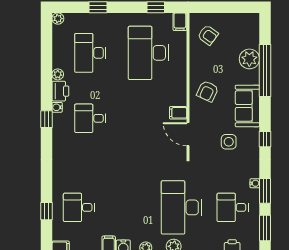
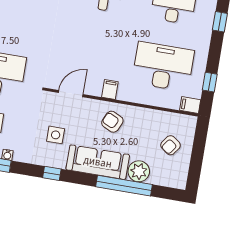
armchair: (208, 35) -> (171, 145), moved
sofa: (247, 106) -> (98, 162), width x1.36
filing cabinet: (178, 113) -> (110, 89), moved

